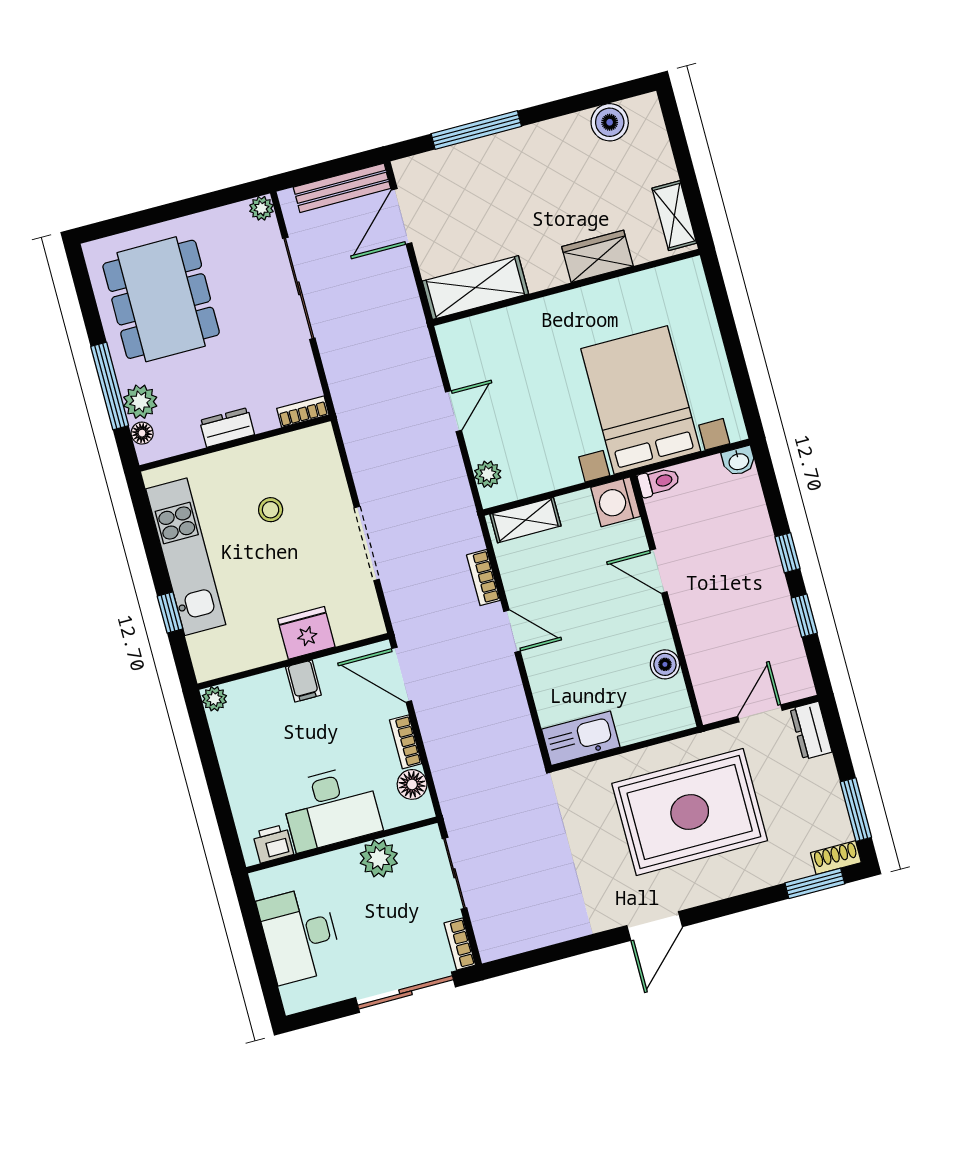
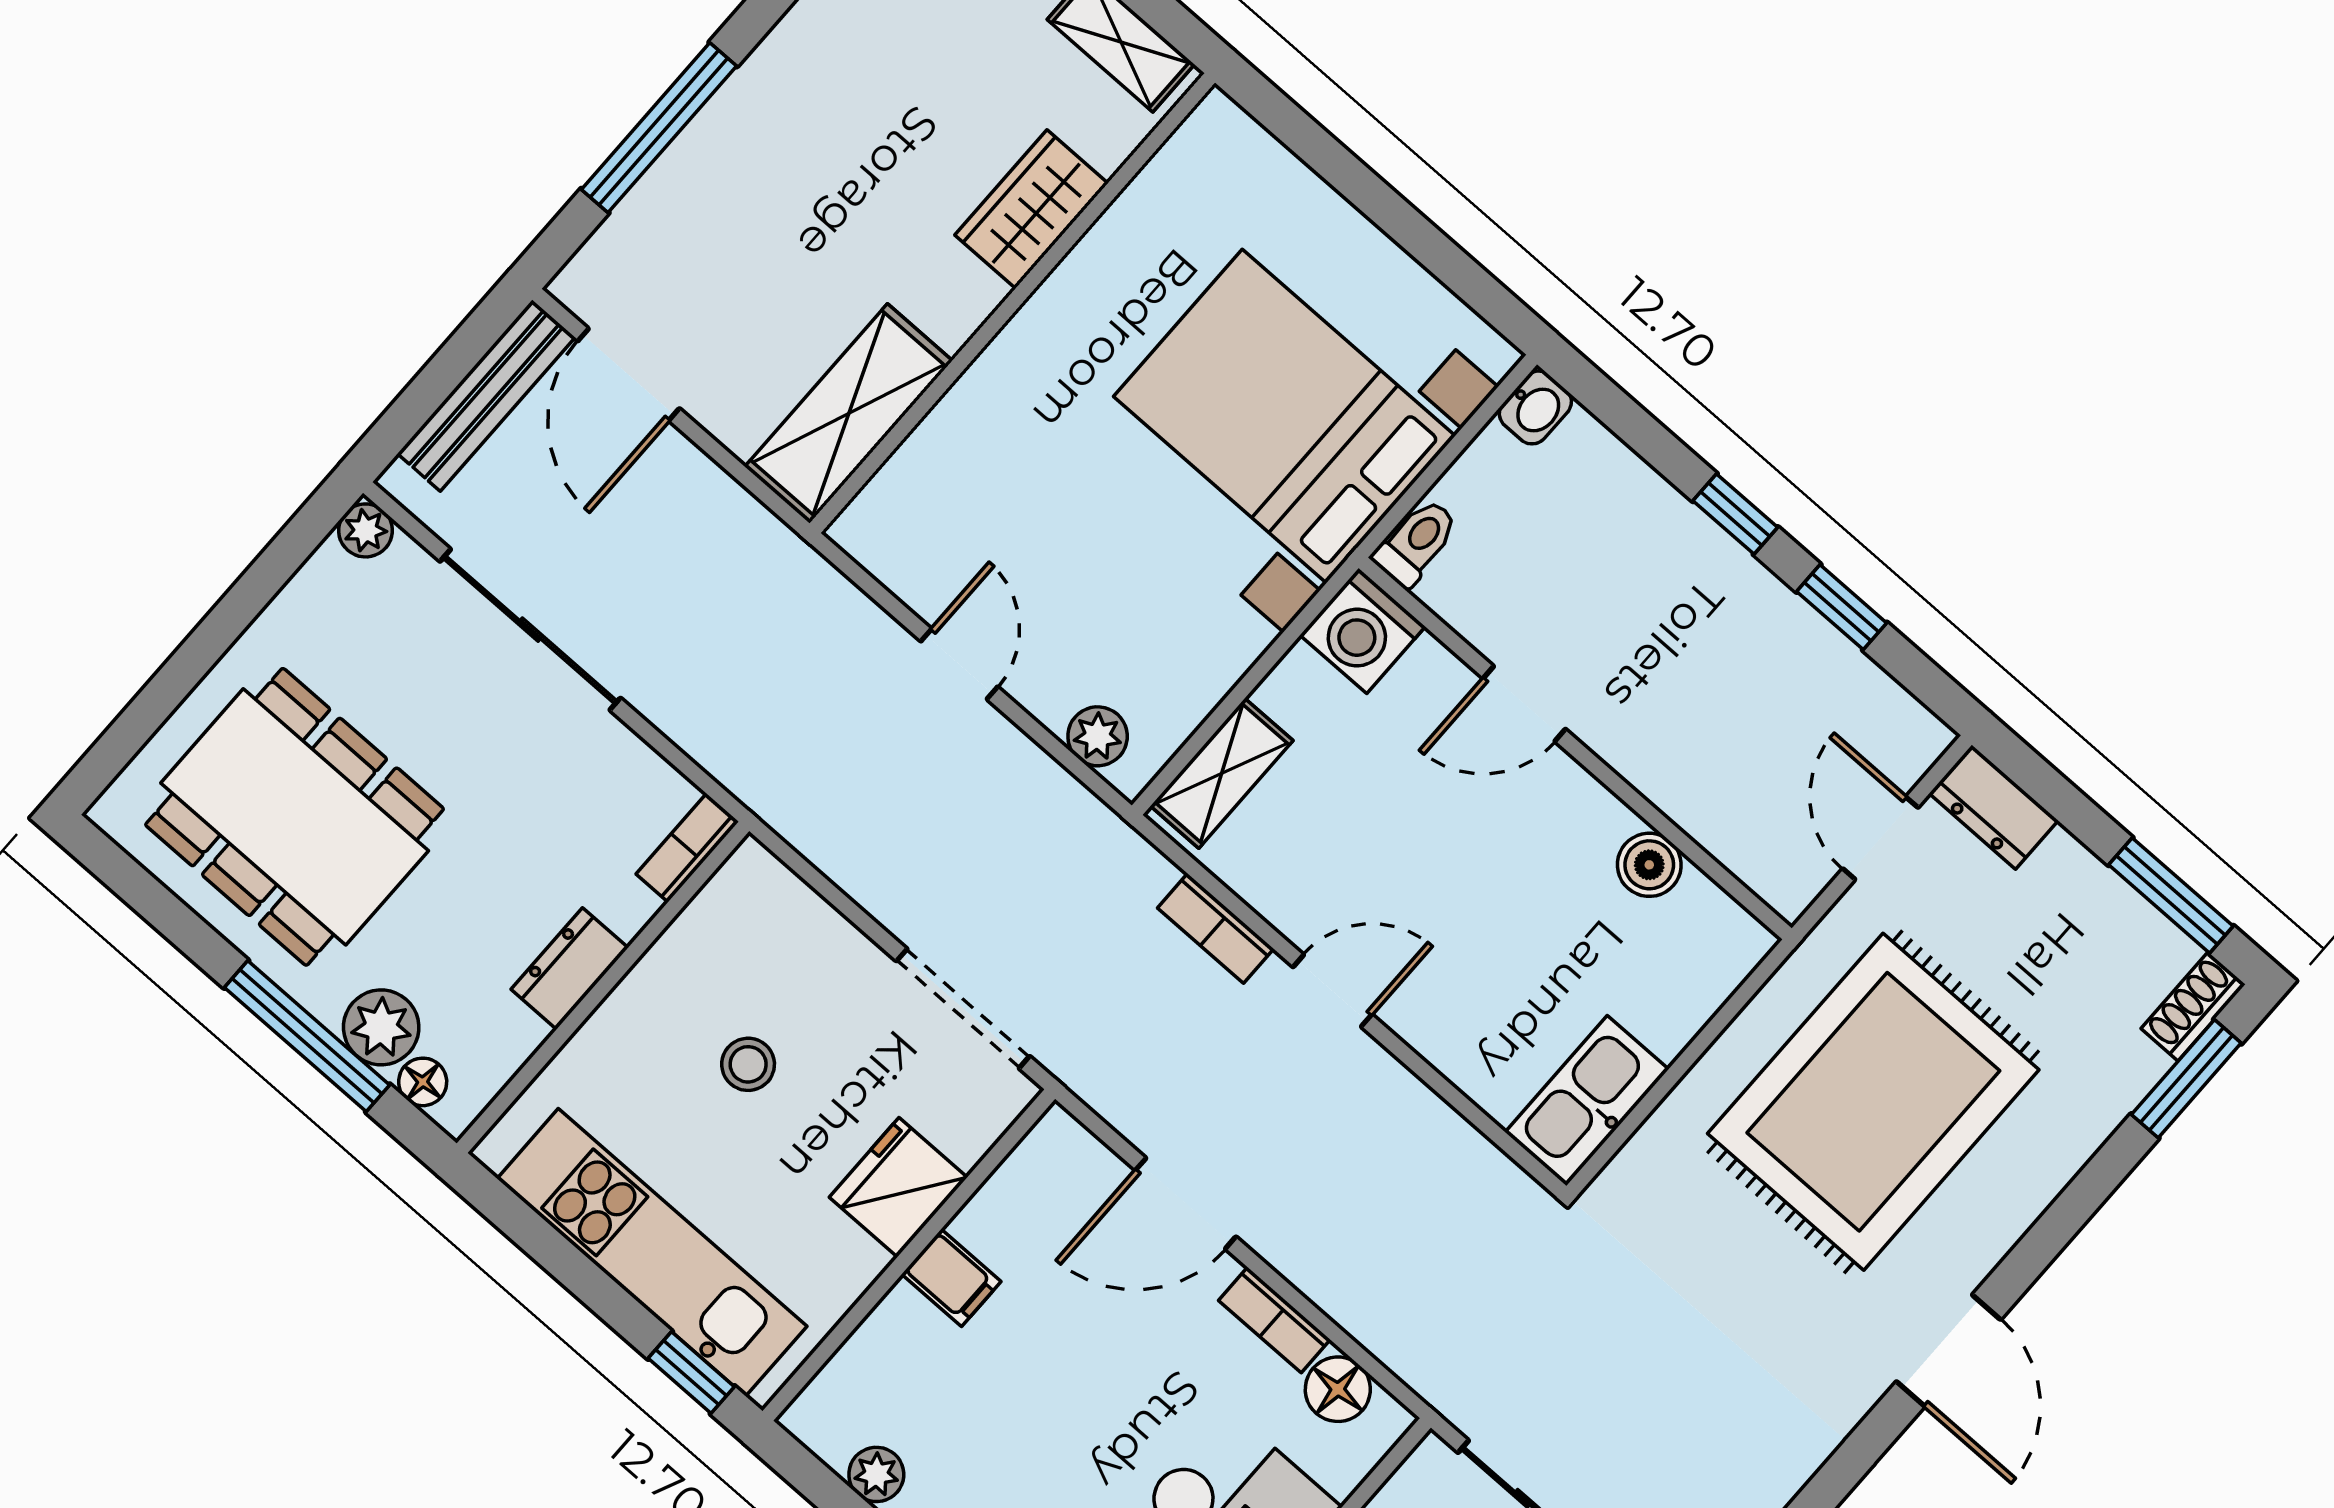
fridge: (306, 633) -> (898, 1187), moved
wall: (293, 661) -> (909, 1255), moved
filing cabinet: (303, 681) -> (951, 1278), moved

